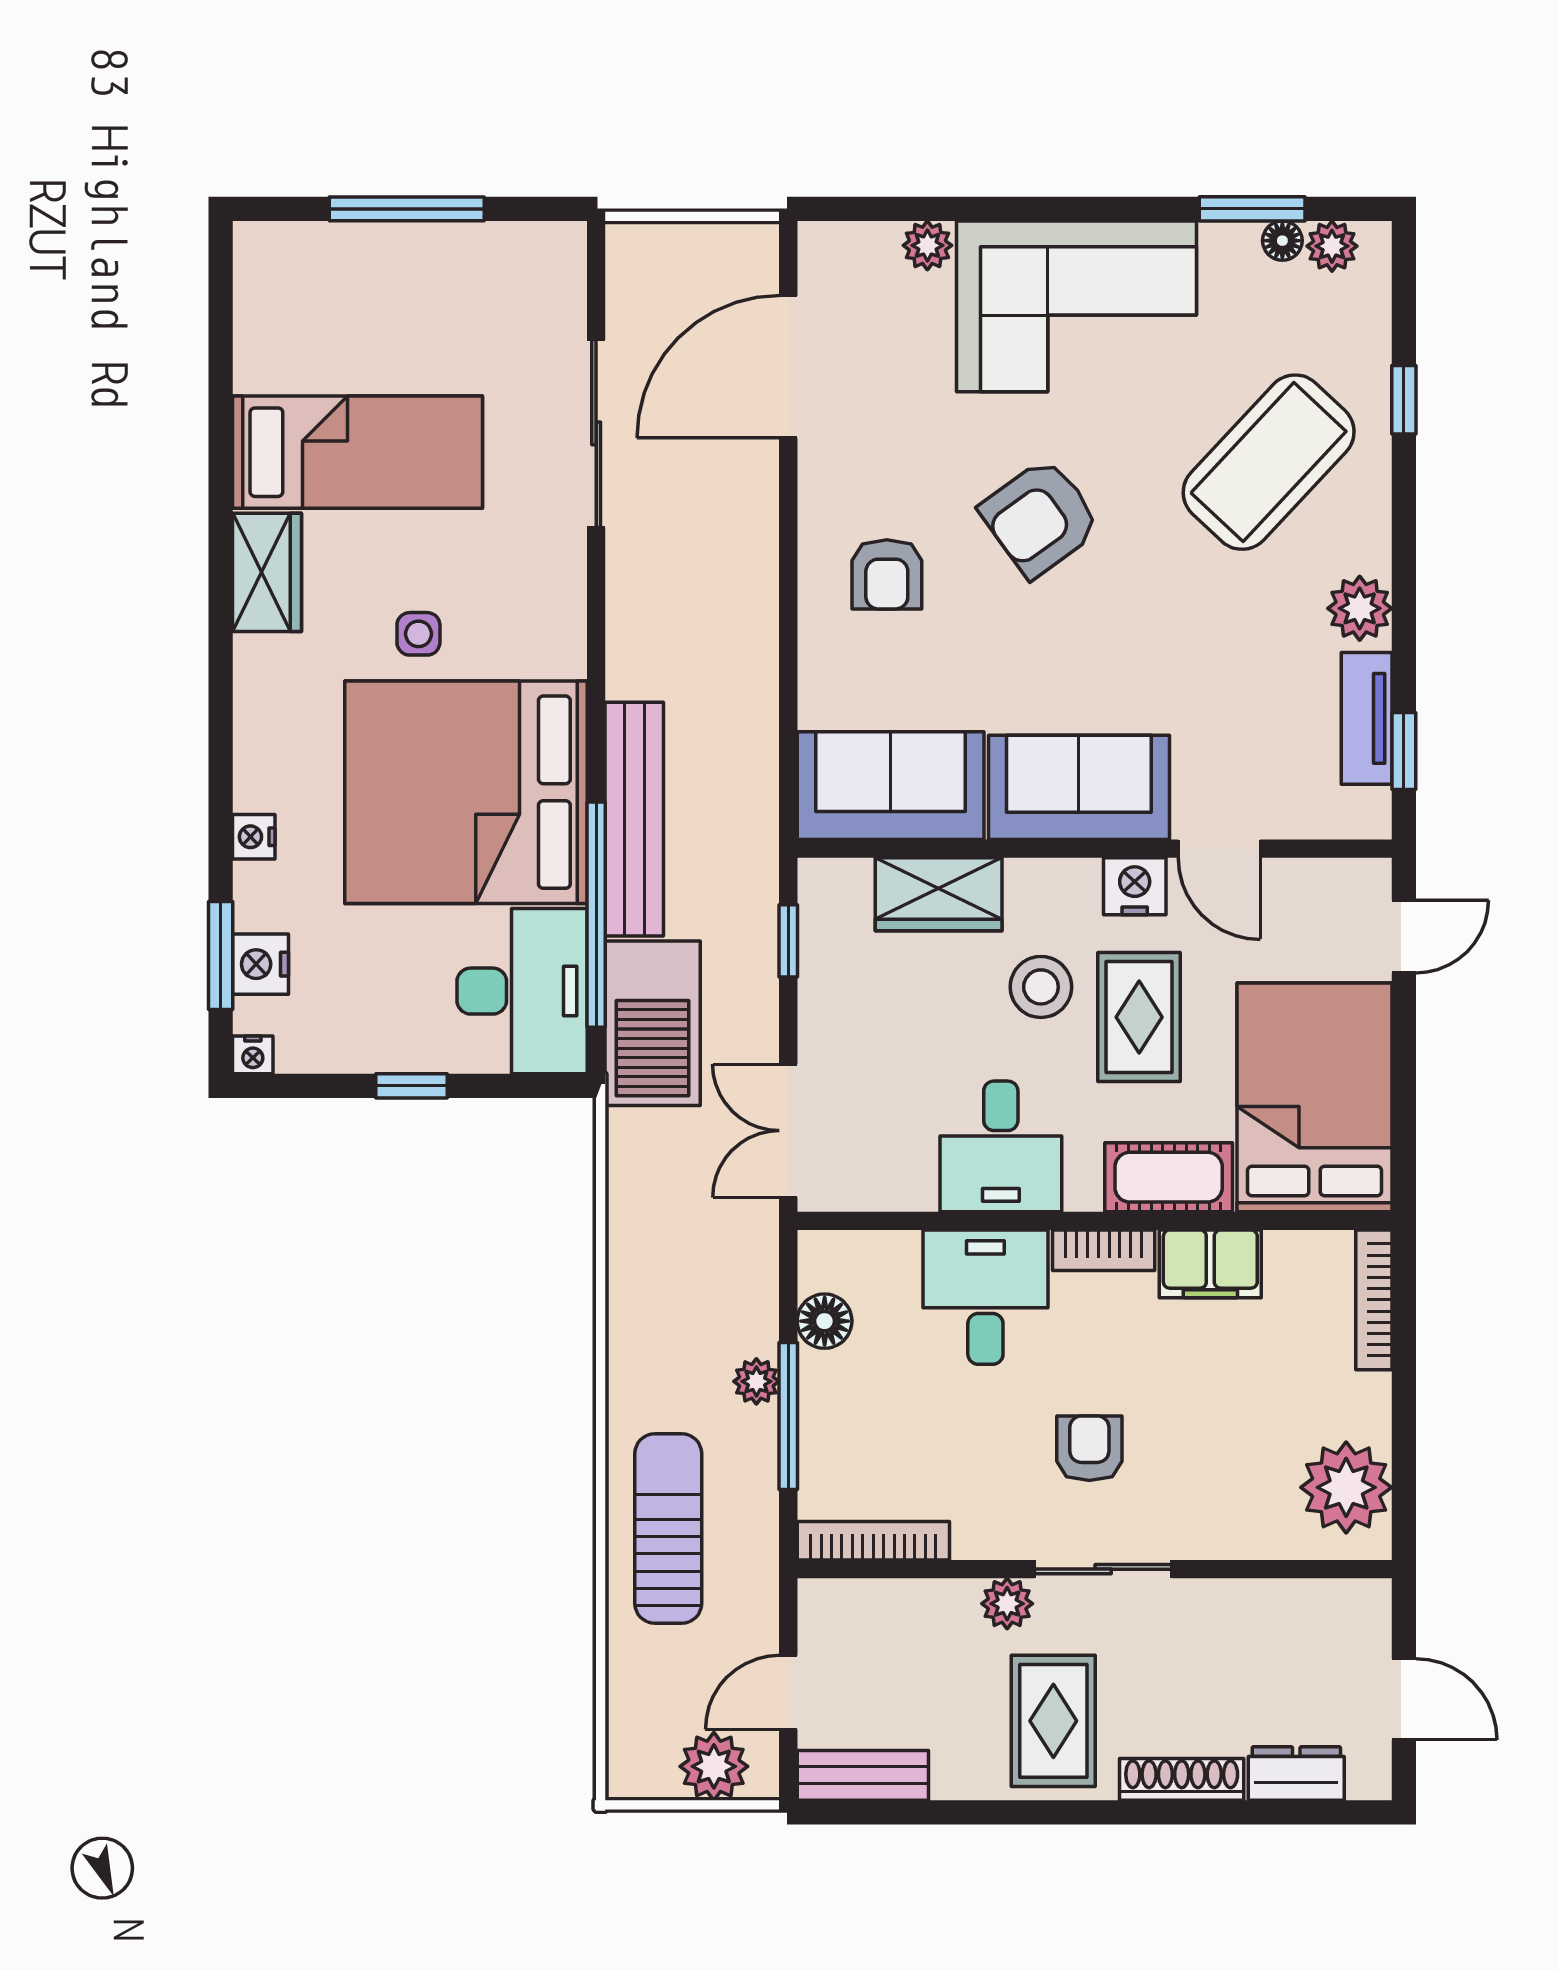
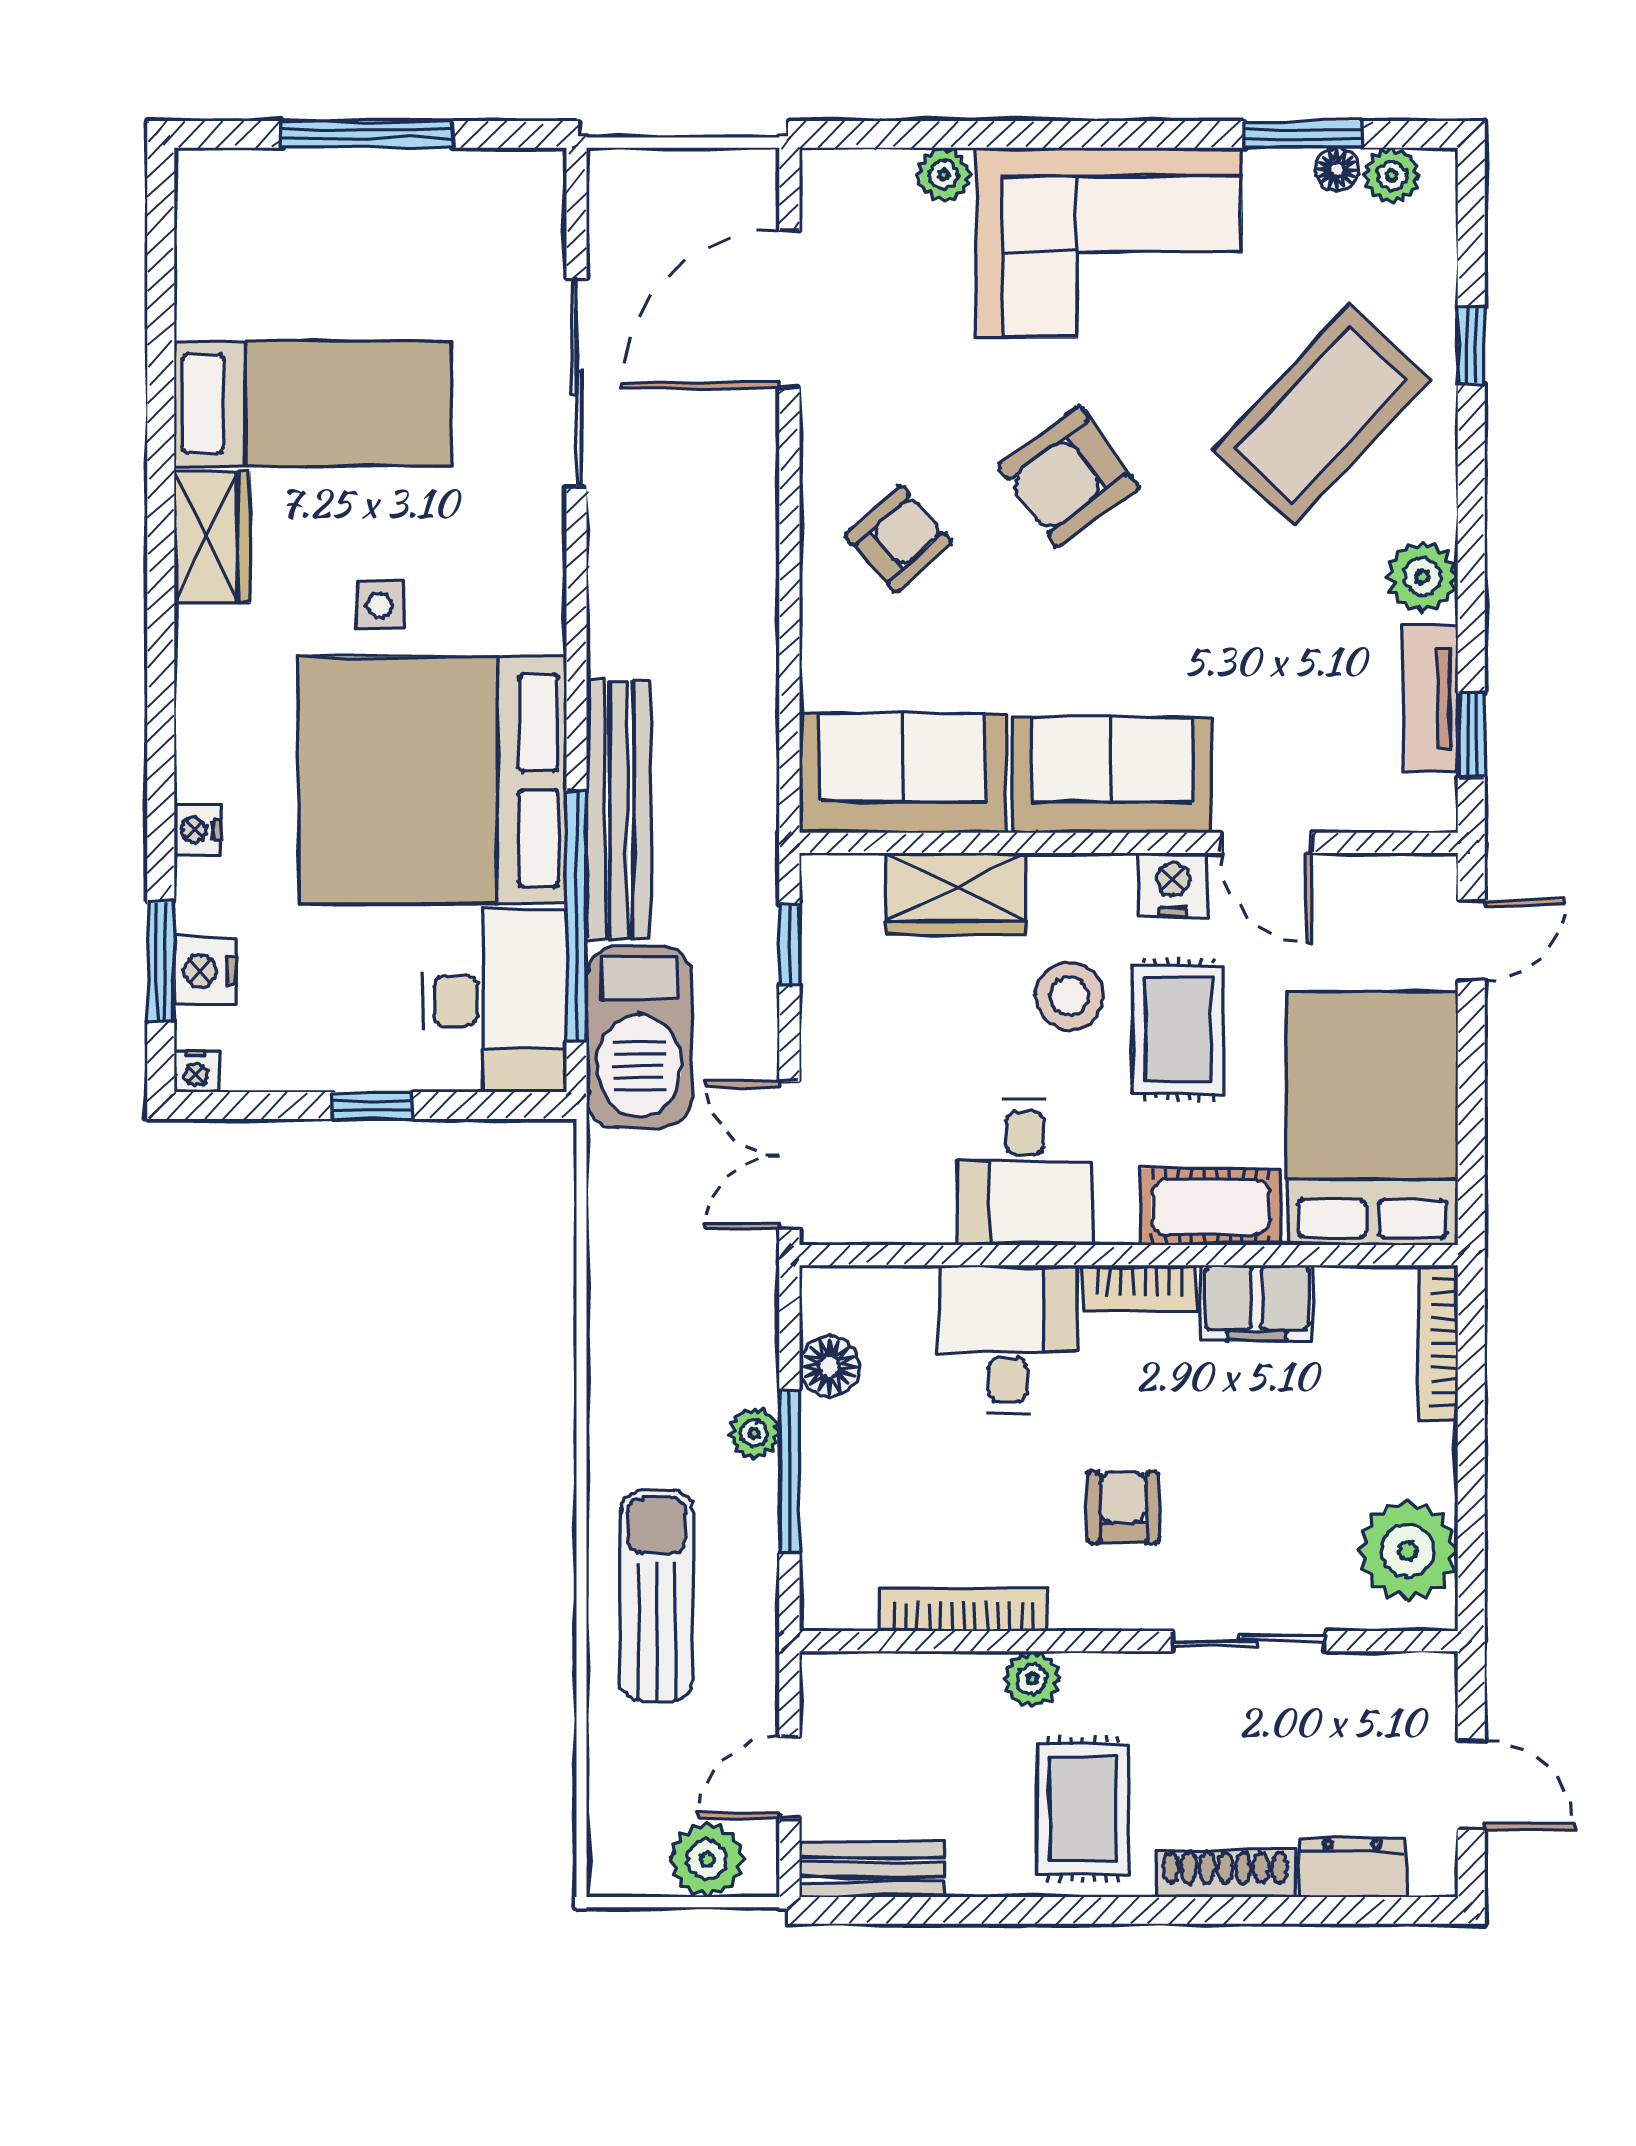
armchair: (887, 574) -> (899, 539), turned -132
bookcase: (873, 1541) -> (964, 1609), moved
sliding door: (1103, 1569) -> (1249, 1641), moved

